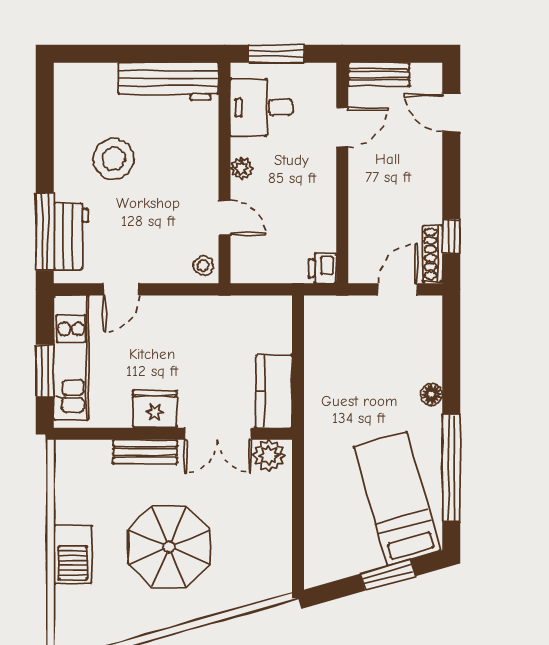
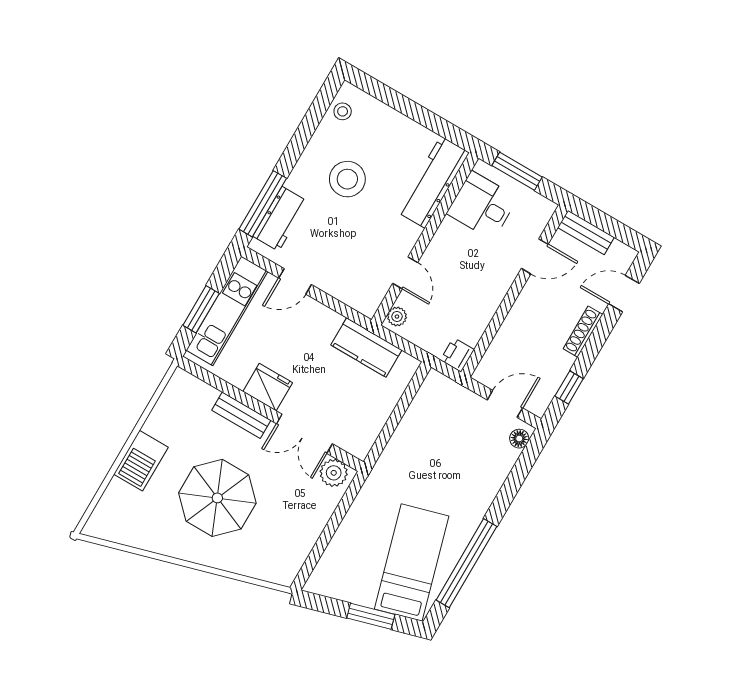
workbench: (168, 81) -> (433, 182), moved, turned 90
door: (451, 113) -> (624, 294), hinge flipped
plant: (241, 169) -> (397, 317), moved
shoe rack: (433, 254) -> (583, 332), moved
stool: (203, 266) -> (343, 111), moved
kitchen counter: (274, 391) -> (366, 347), moved, turned -90
floor lamp: (432, 394) -> (519, 439), moved

